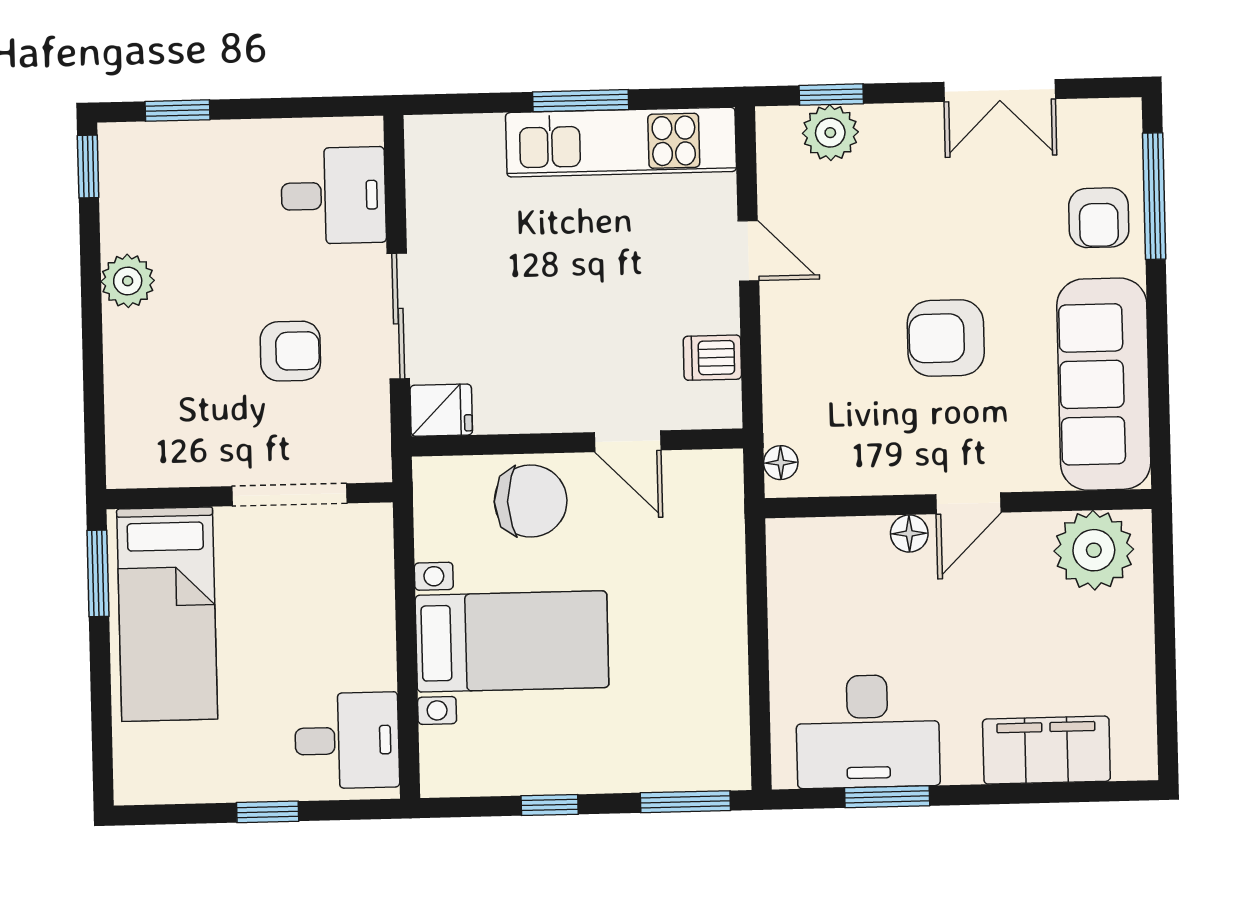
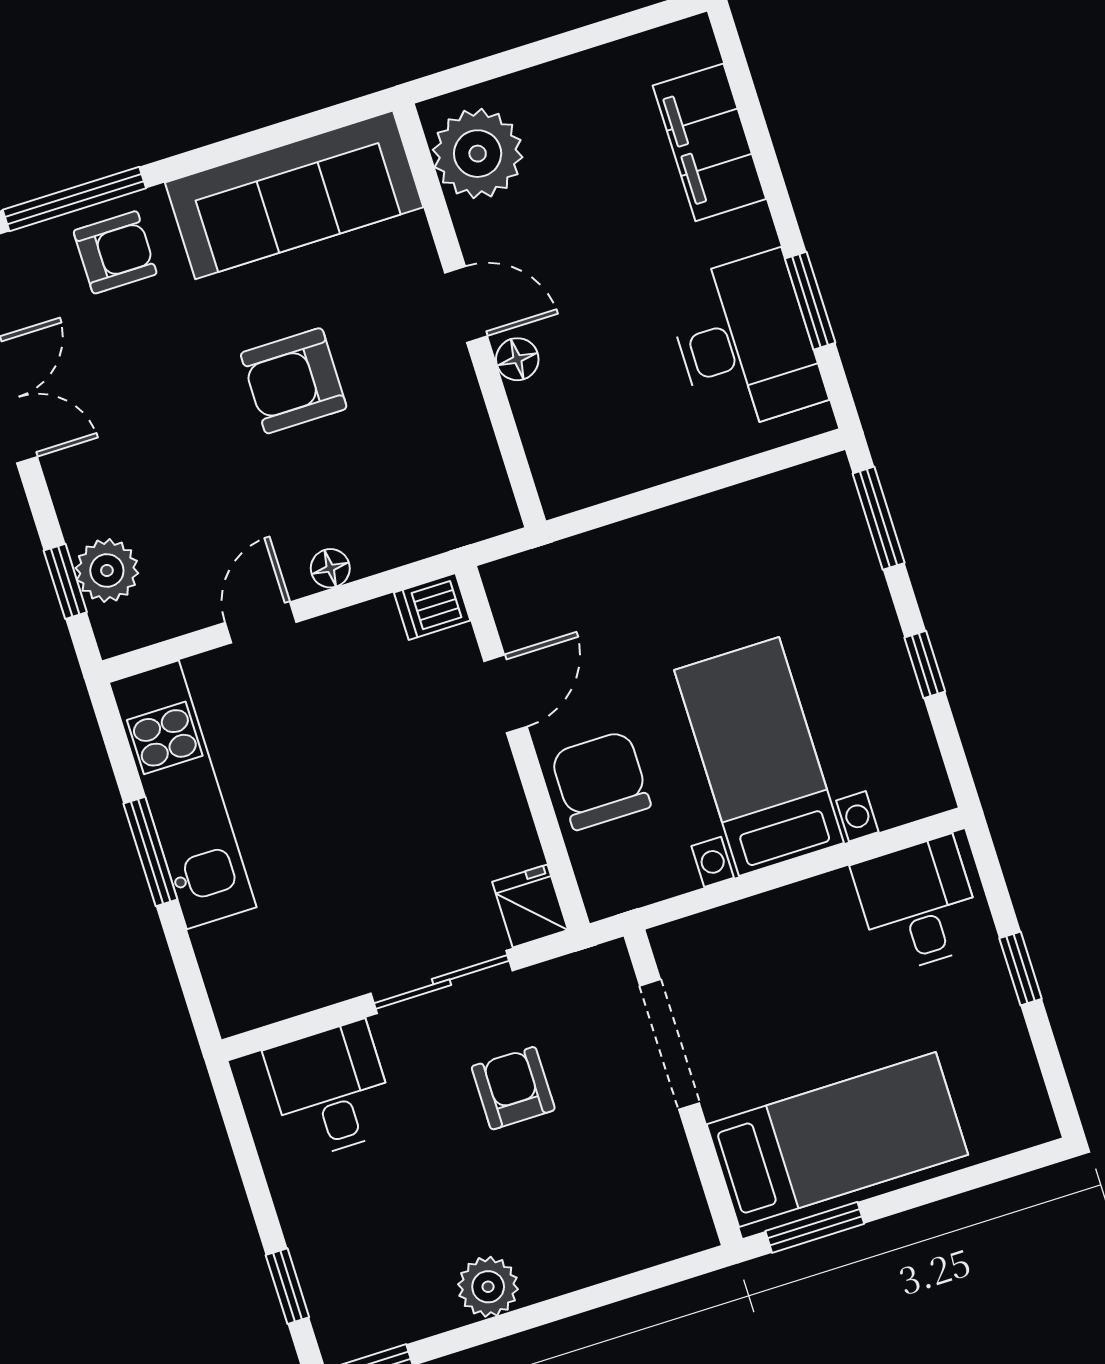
armchair: (946, 338) -> (294, 381), turned 90
dishwasher: (712, 358) -> (432, 607), moved, turned 90
floor lamp: (781, 463) -> (330, 568), moved

